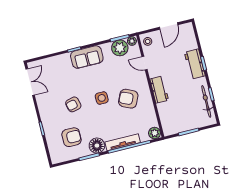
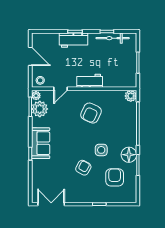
side table: (102, 98) -> (101, 150), moved
armchair: (73, 104) -> (83, 168), turned -137
tv unit: (123, 142) -> (132, 129), removed

